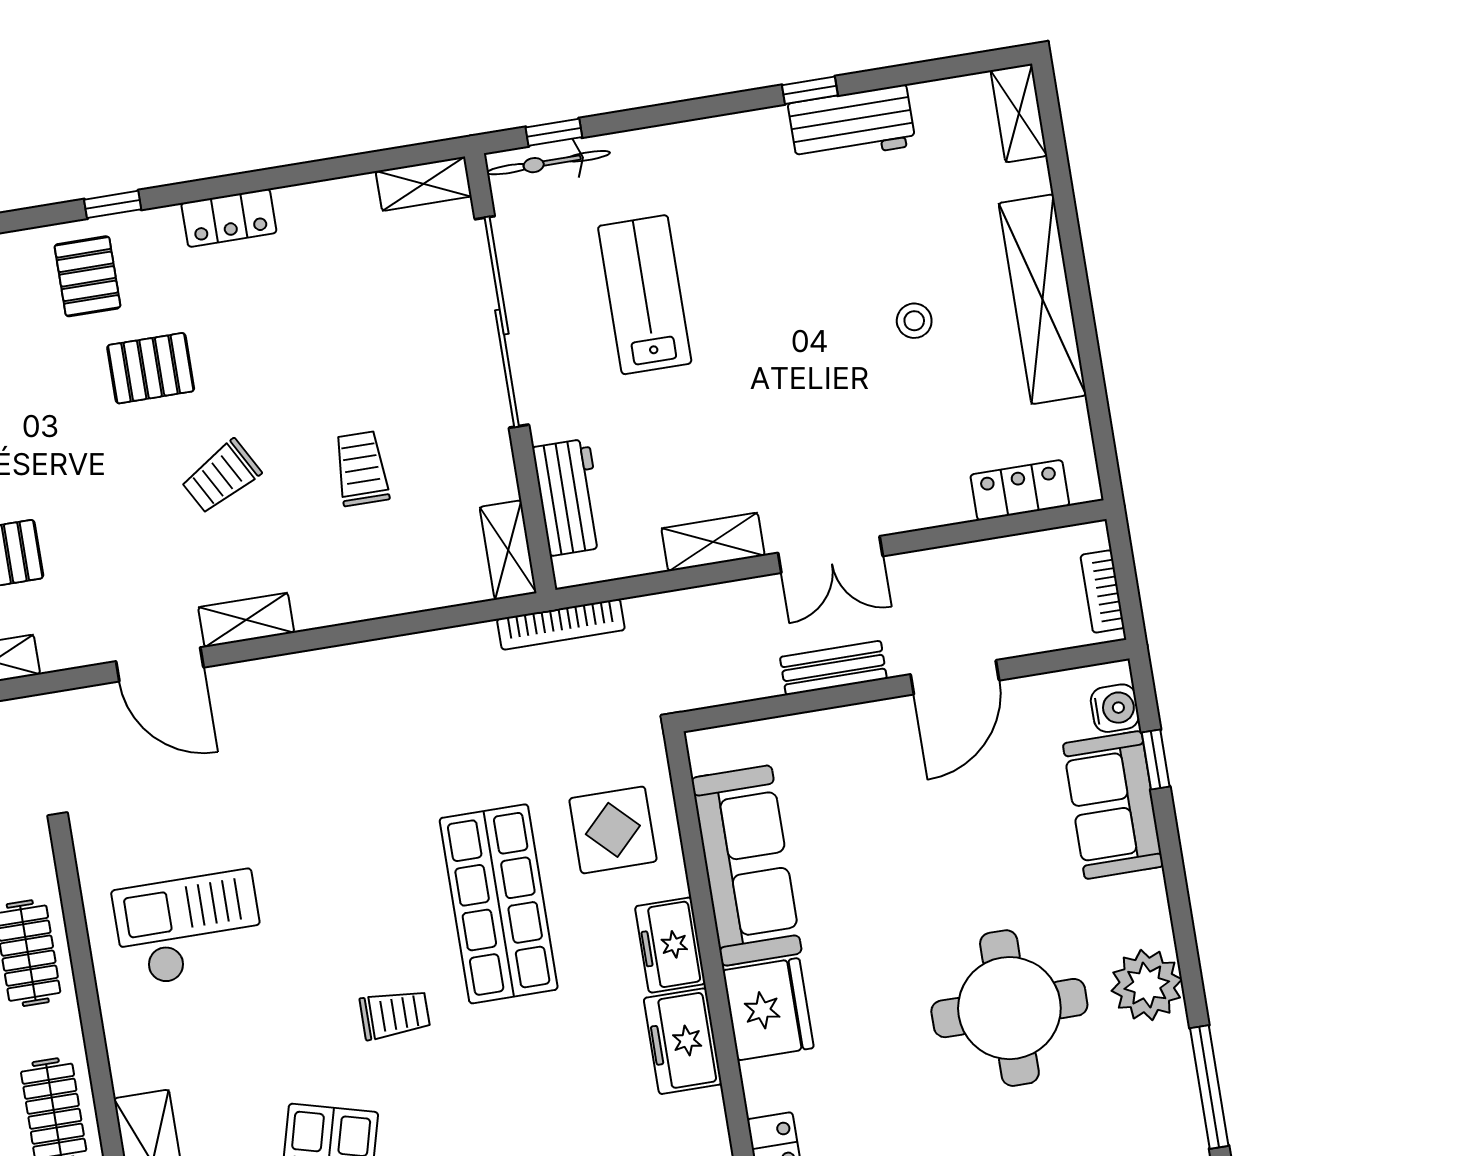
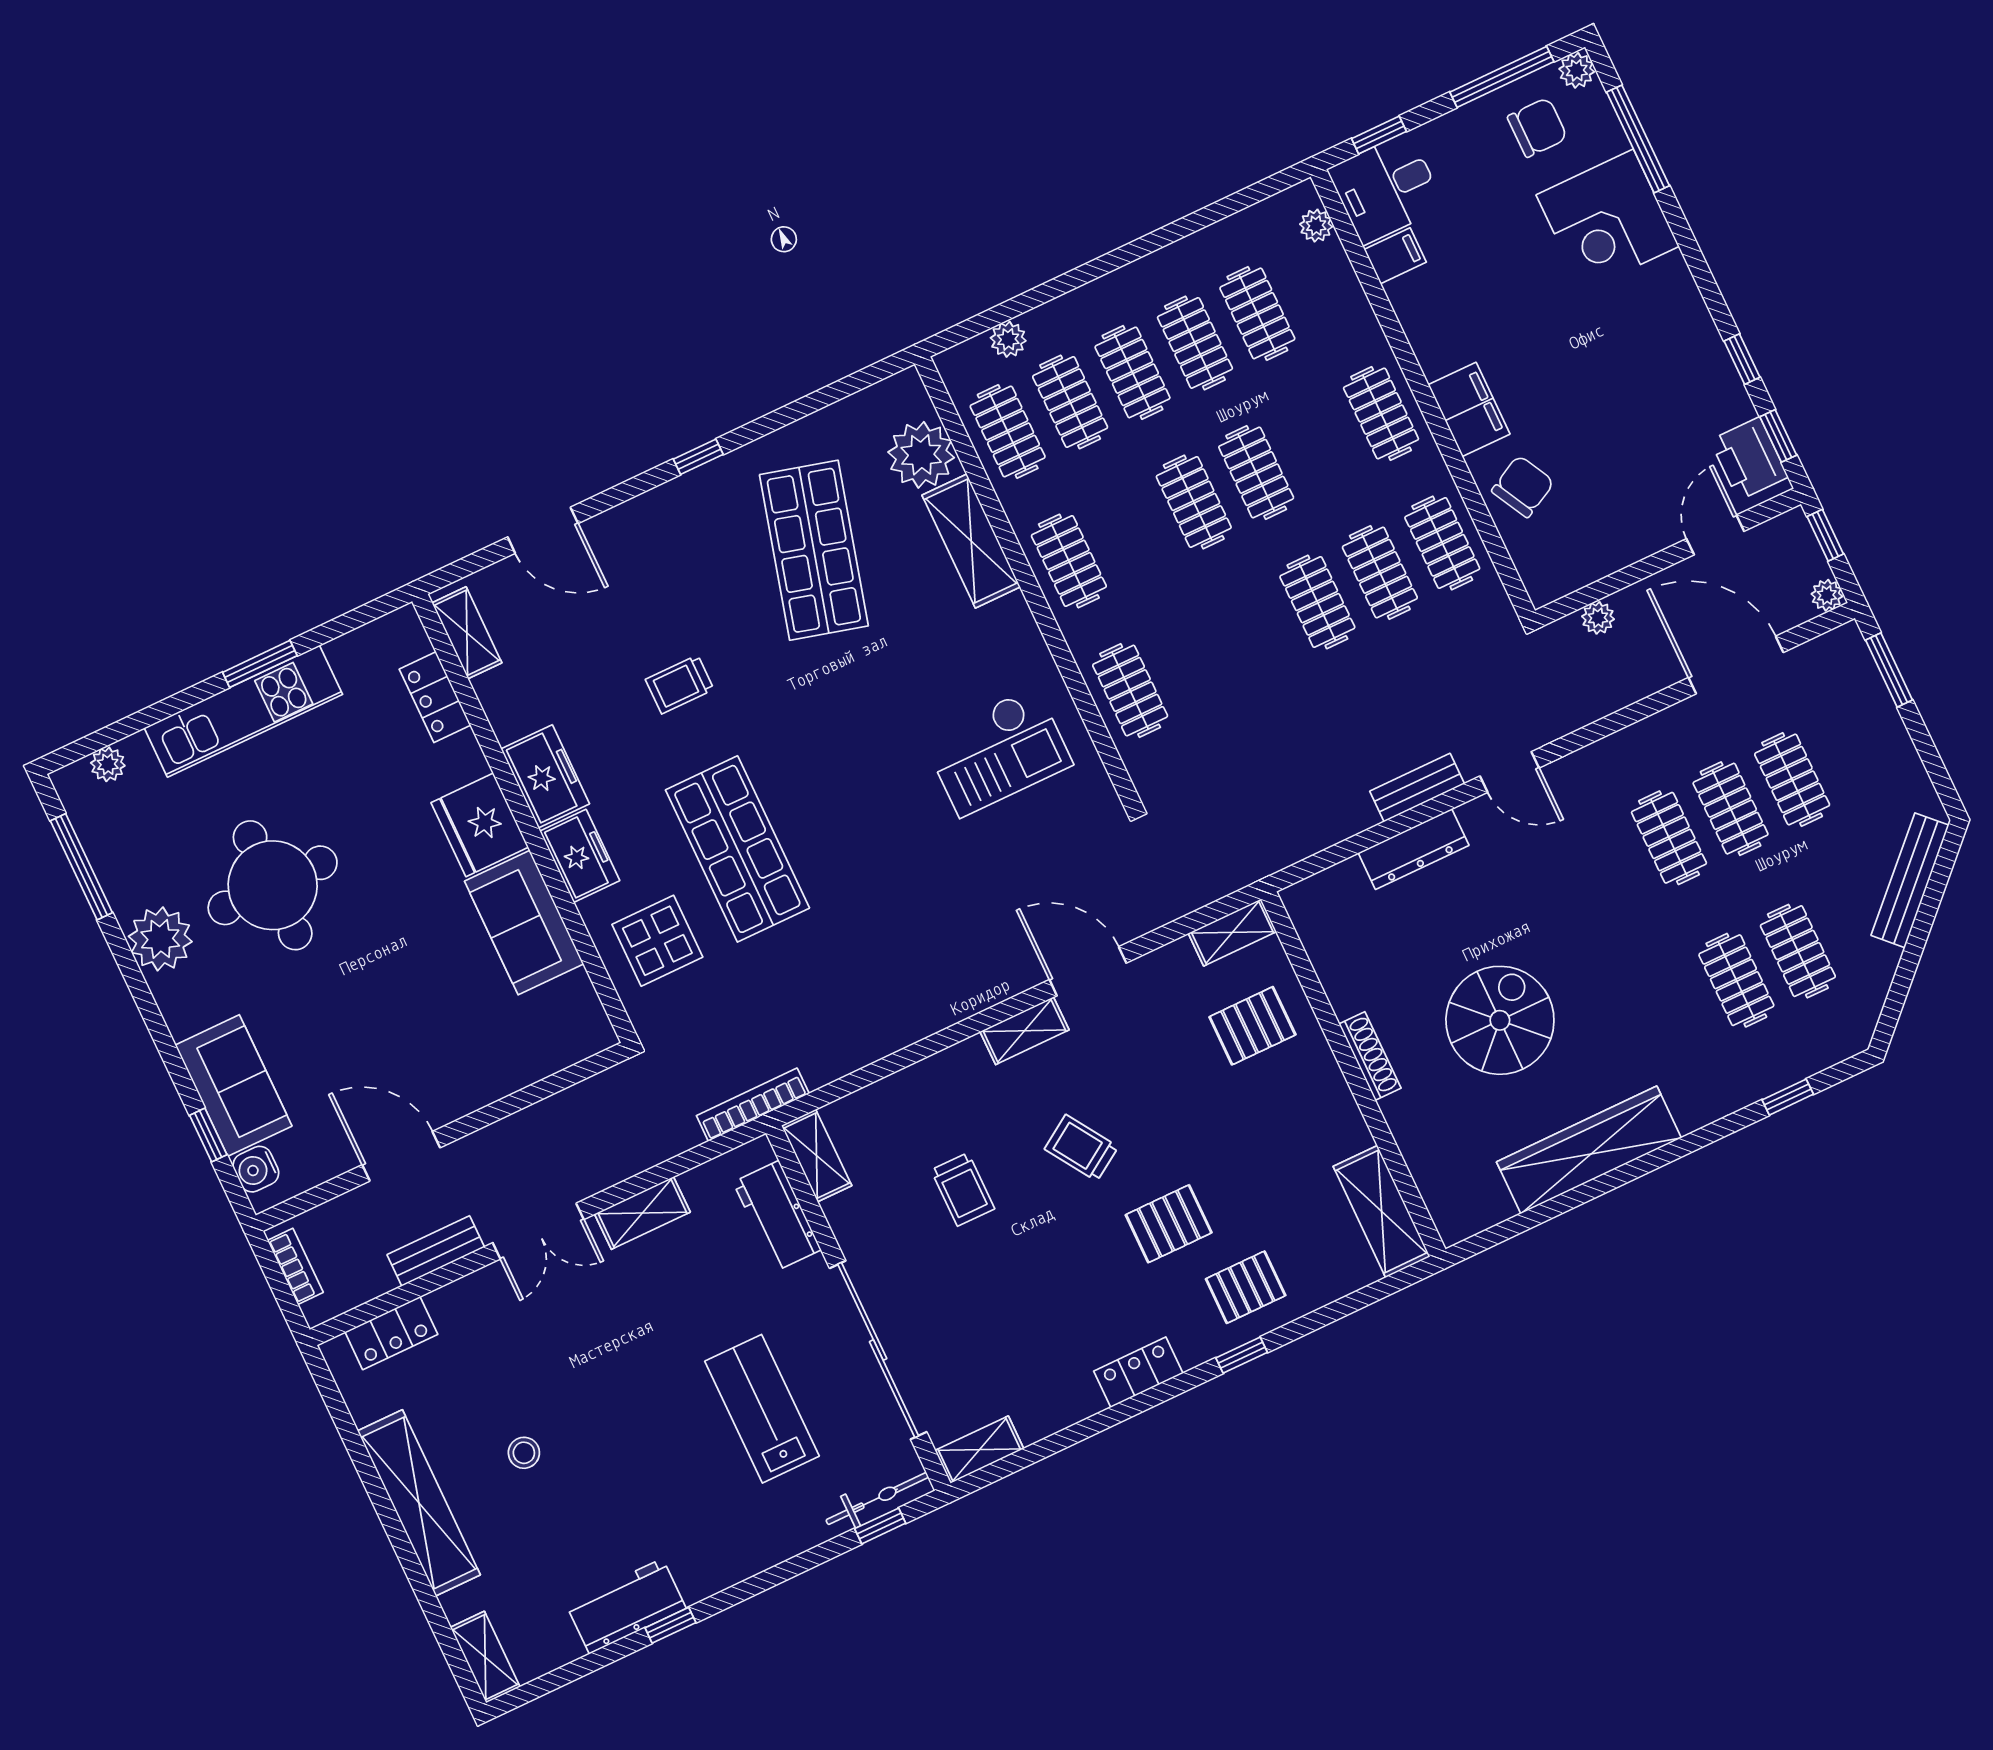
pallet: (87, 276) -> (1246, 1287), turned 90
lab bench: (645, 295) -> (762, 1409), turned 180
trolley: (221, 477) -> (1081, 1148), turned -94
double door: (830, 555) -> (538, 1231), swing flipped
bench: (833, 668) -> (436, 1251), moved
door: (955, 677) -> (401, 1156), hinge flipped
sofa: (747, 866) -> (524, 923), width x0.73
trolley: (395, 1014) -> (680, 684), moved

